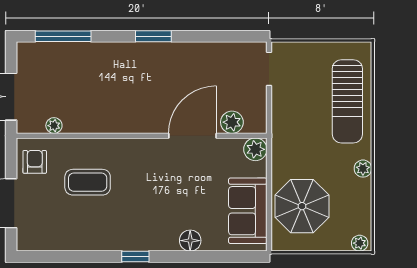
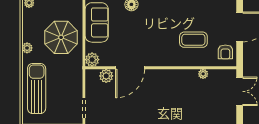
plant: (54, 126) -> (203, 74), moved
parasol: (302, 206) -> (61, 37), moved

